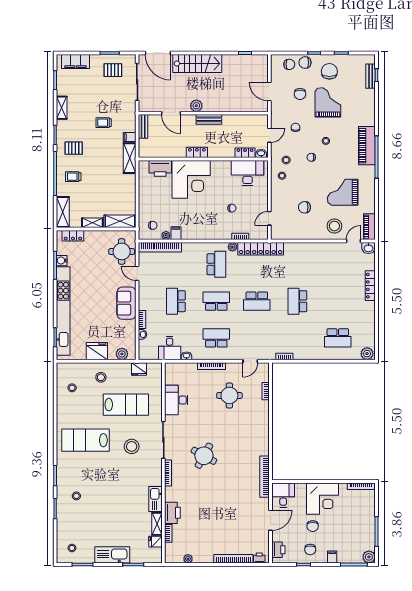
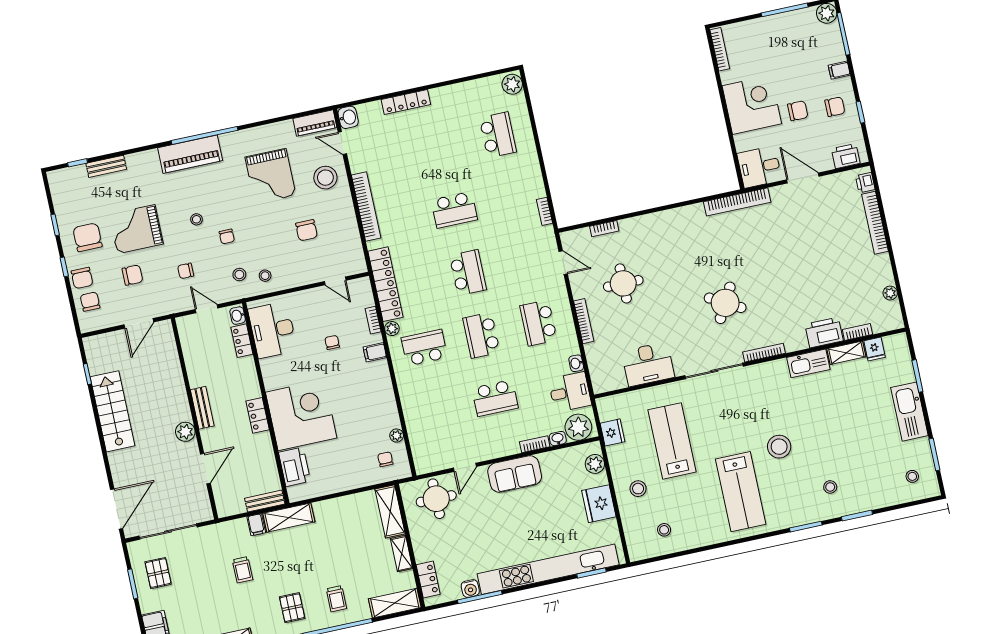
stairs: (197, 64) -> (112, 411), moved
chair: (329, 71) -> (87, 237), turned 90
bench: (371, 76) -> (106, 166), moved
bench: (143, 126) -> (265, 501), moved
filing cabinet: (176, 233) -> (375, 352), moved
bookcase: (160, 247) -> (366, 206), moved
plant: (147, 349) -> (578, 427), added
stool: (132, 446) -> (779, 447), moved

